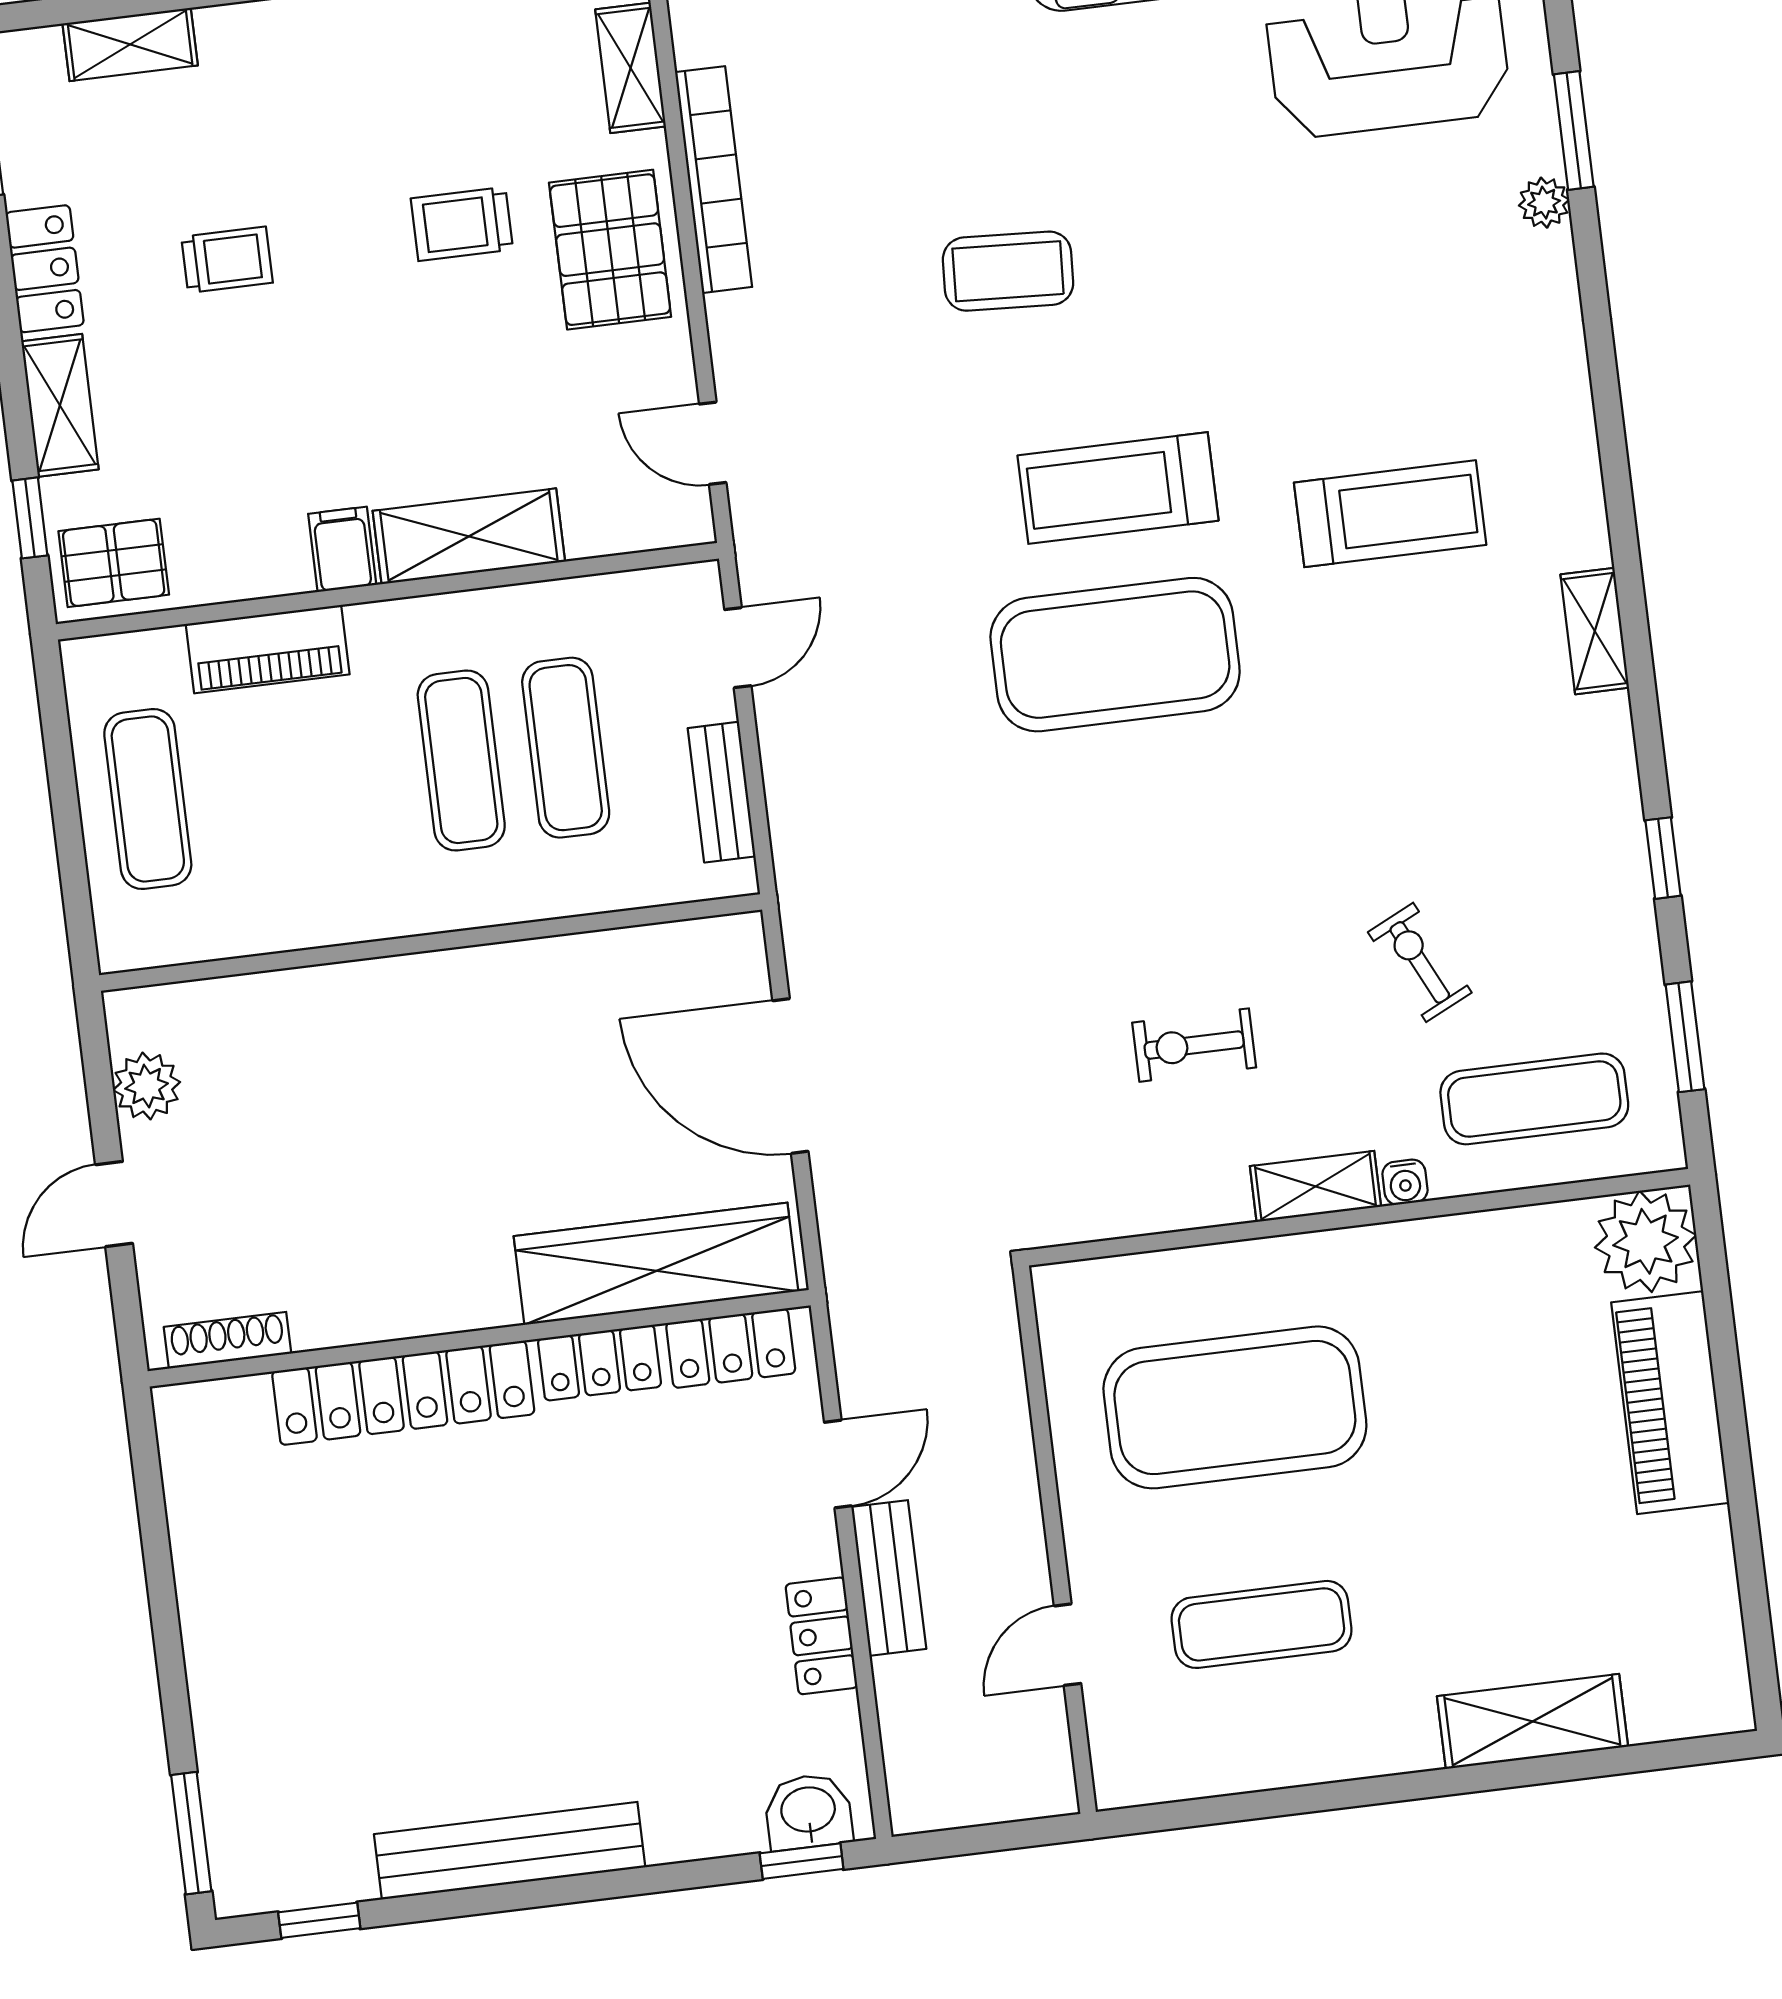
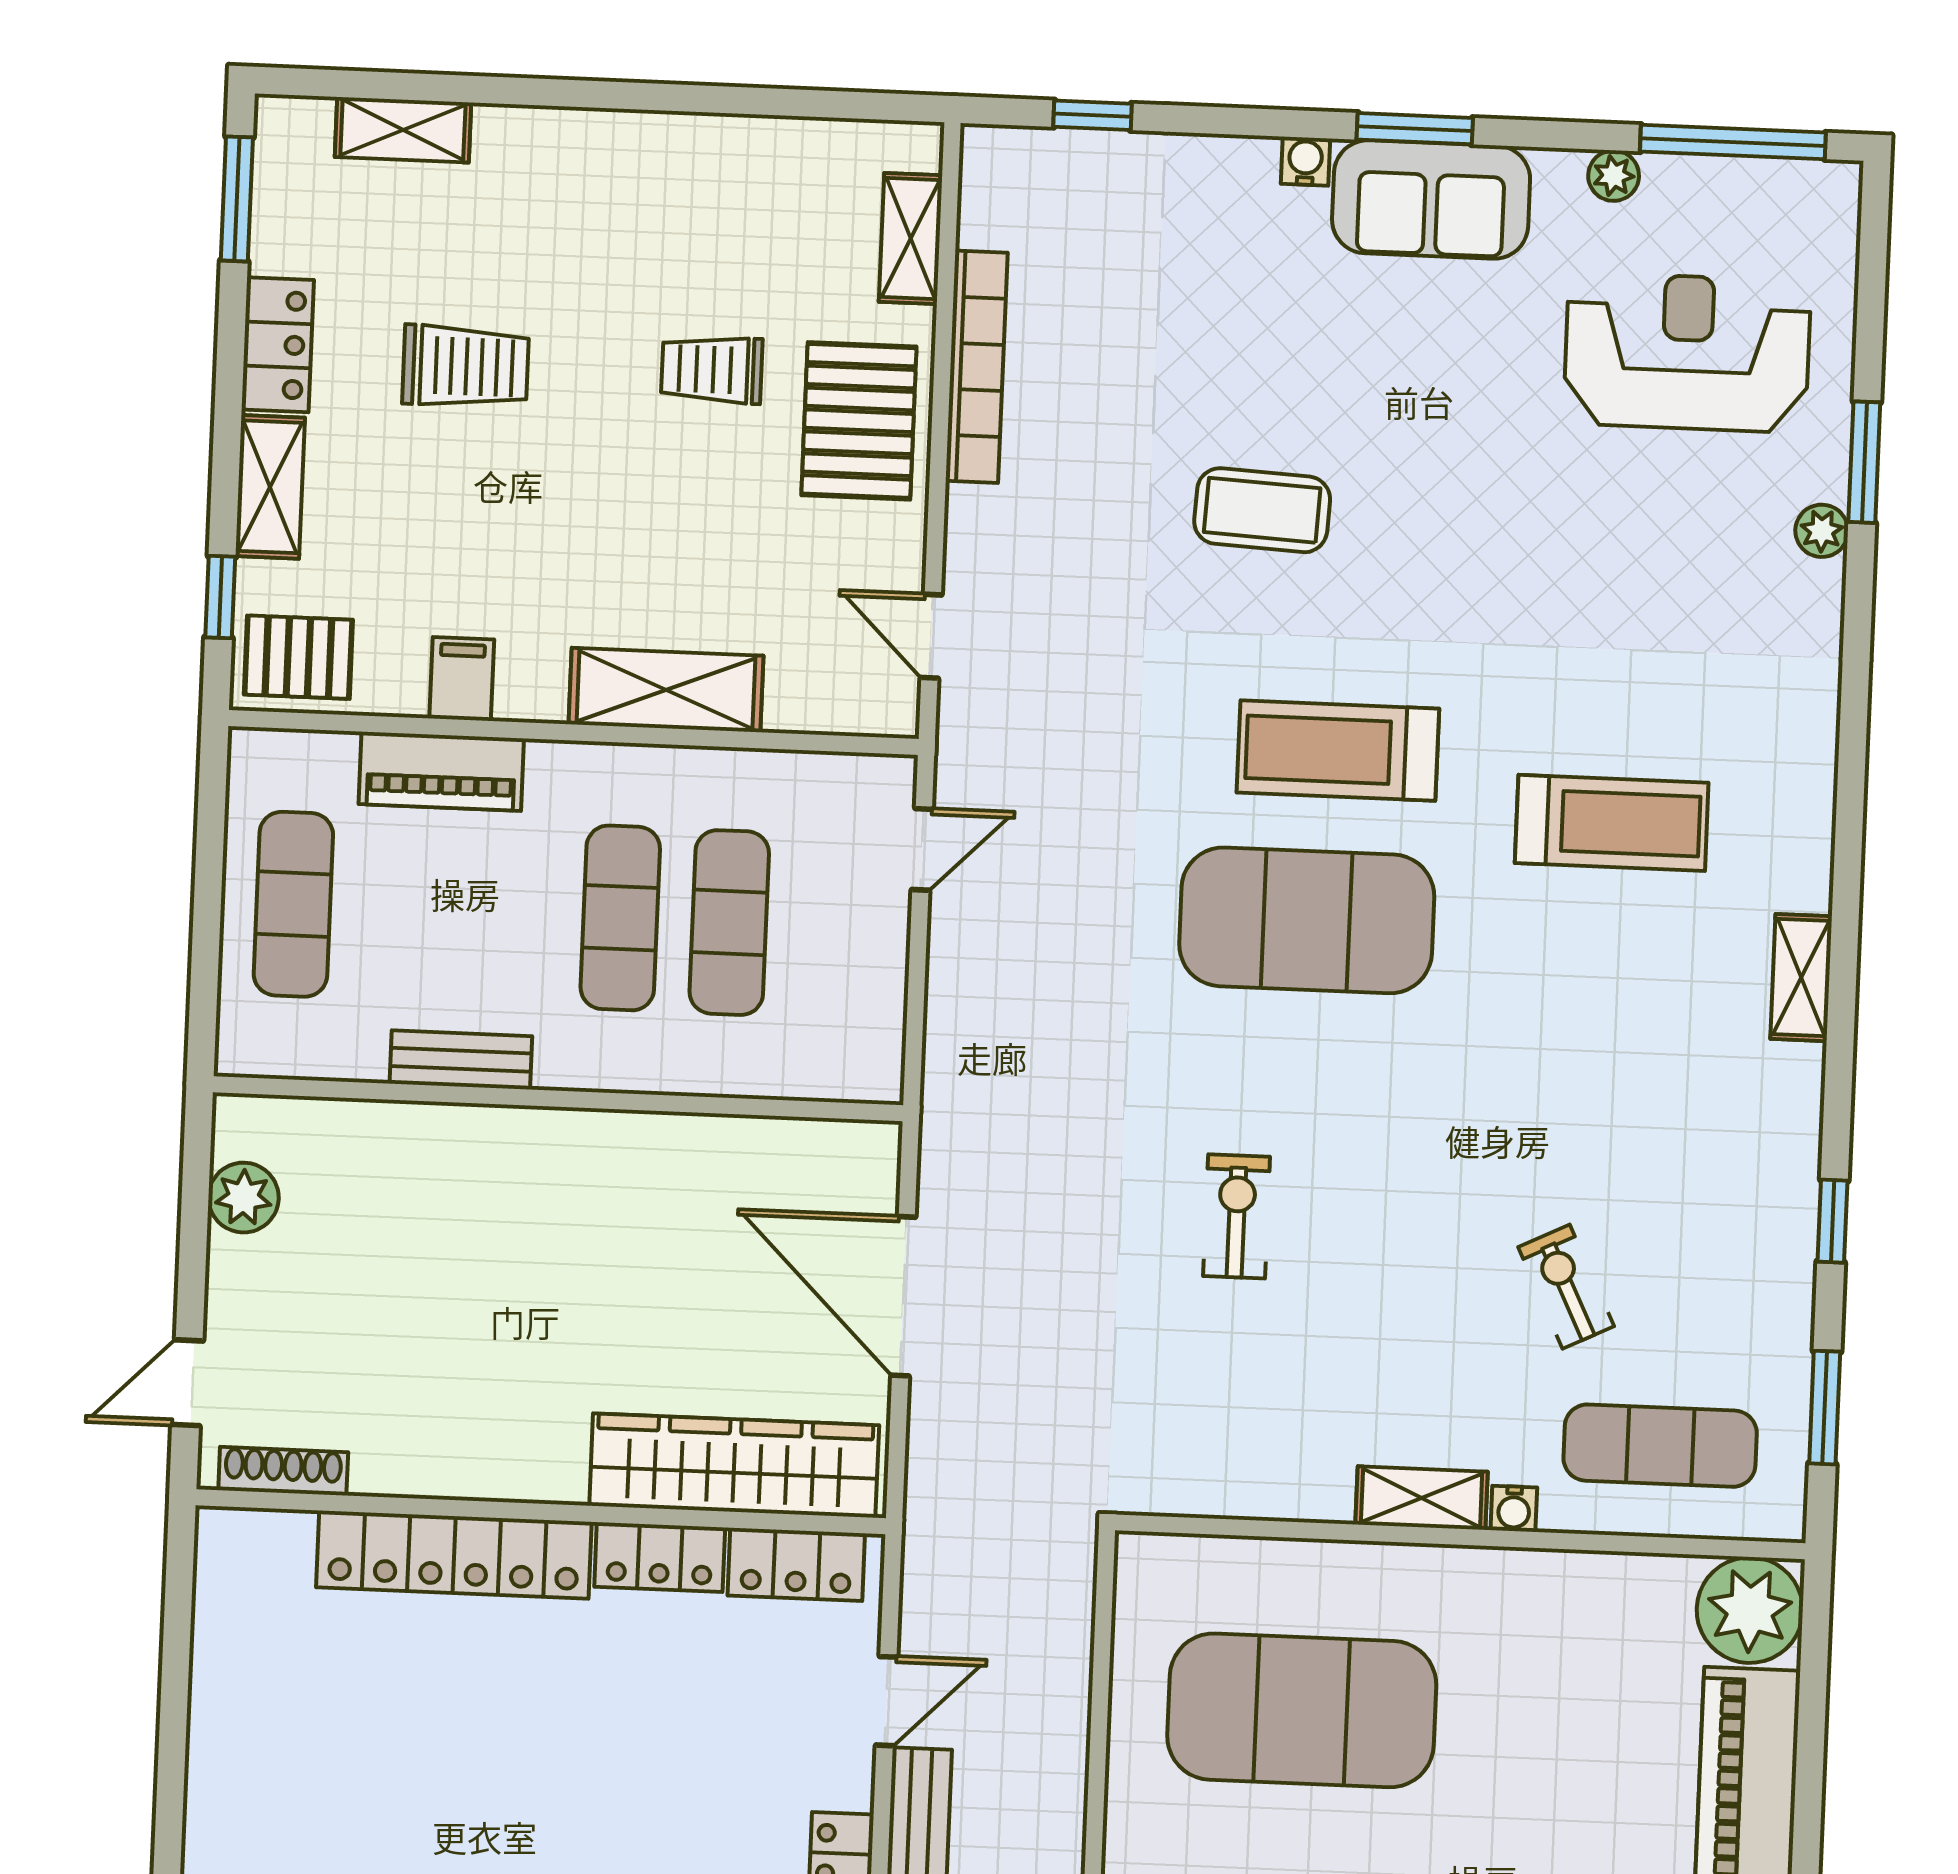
trolley: (227, 260) -> (466, 366), width x1.36, depth x1.39
filing cabinet: (342, 549) -> (462, 679), moved
bench: (722, 792) -> (461, 1060), moved, turned 90
exercise bike: (1194, 1045) -> (1237, 1216), moved, turned 90
door: (114, 1204) -> (187, 1383), moved

